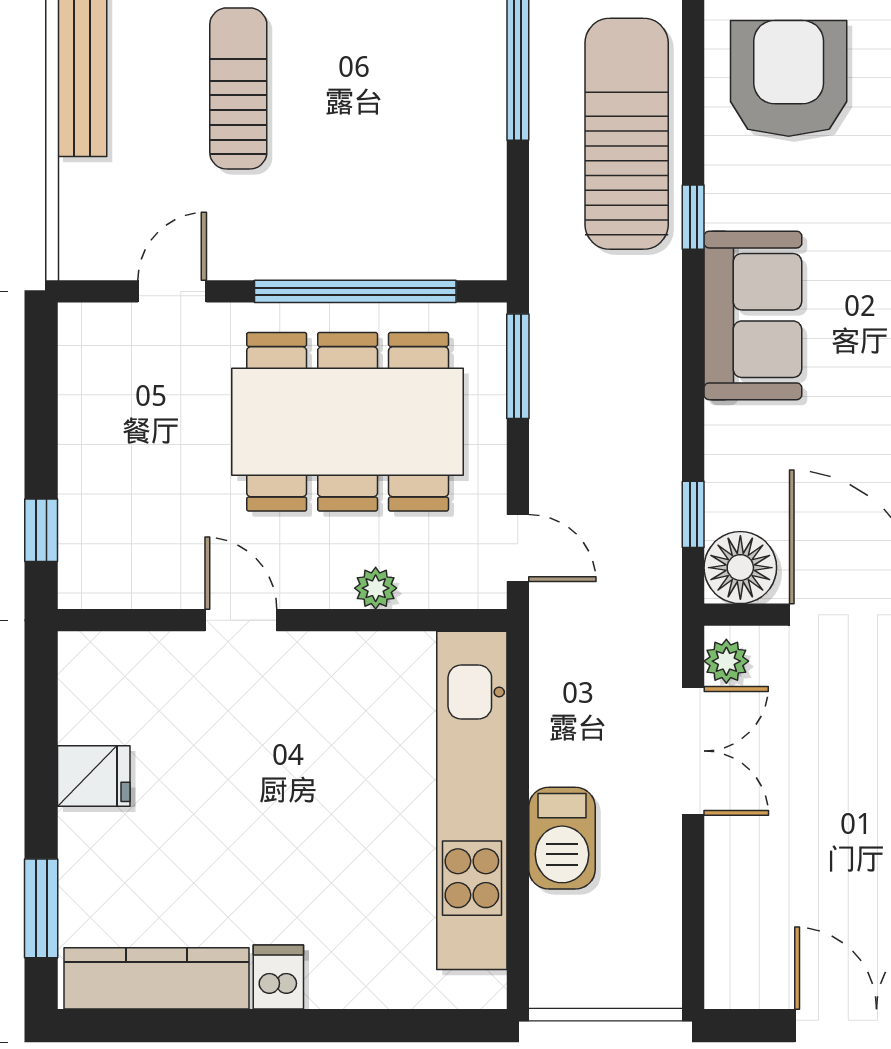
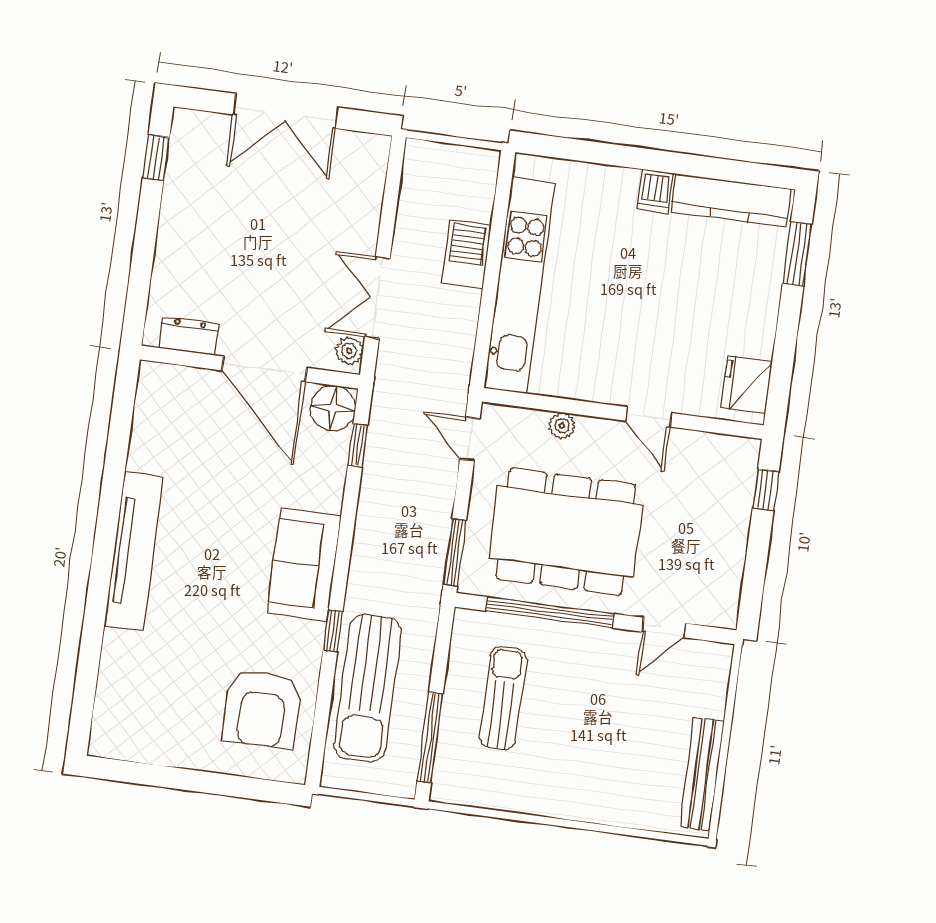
sun lounger: (238, 88) -> (503, 698), moved, turned 180
fridge: (94, 776) -> (746, 385), moved, width x1.38

